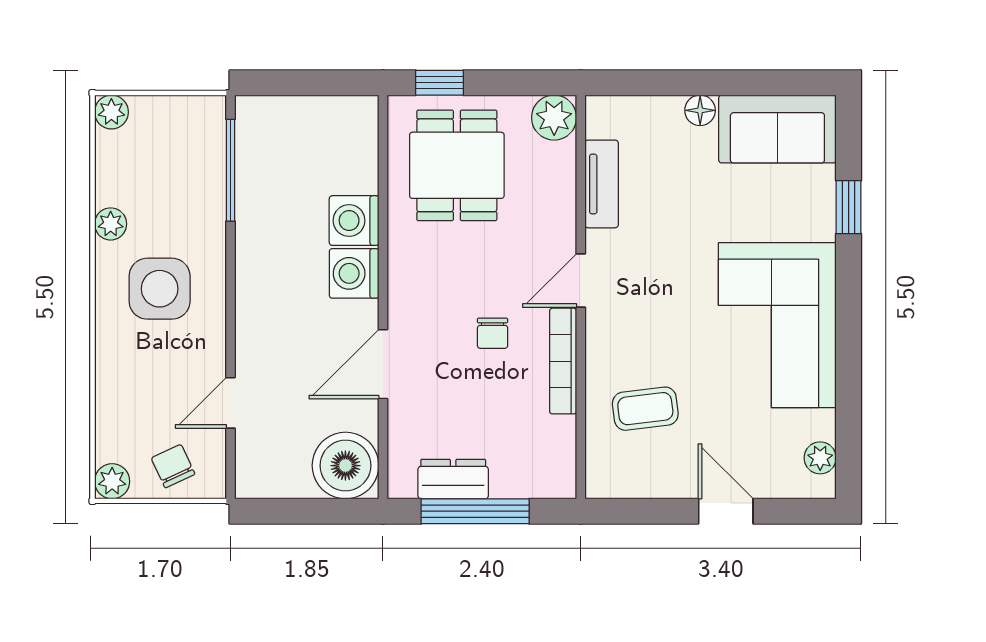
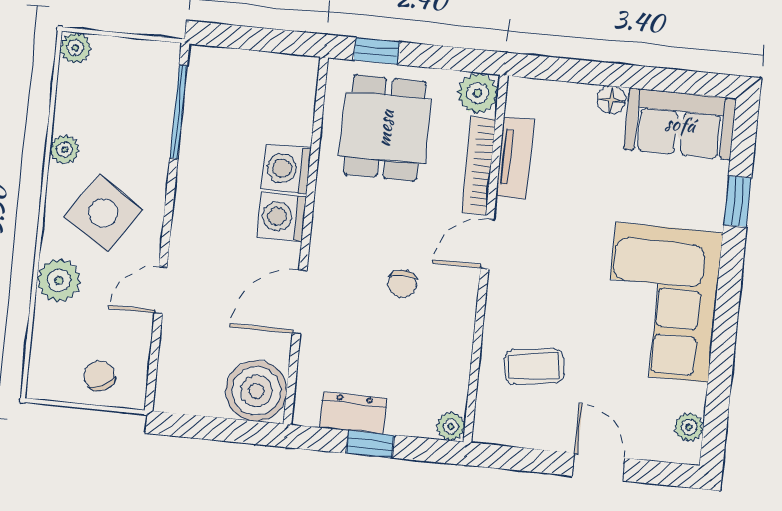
side table: (160, 289) -> (103, 213), turned 34
bookcase: (563, 361) -> (479, 166), moved
door: (230, 403) -> (161, 290), moved
plant: (112, 481) -> (59, 280), moved, width x1.38, depth x1.38
plant: (561, 483) -> (451, 426), added
window: (475, 511) -> (370, 444), width x0.46

